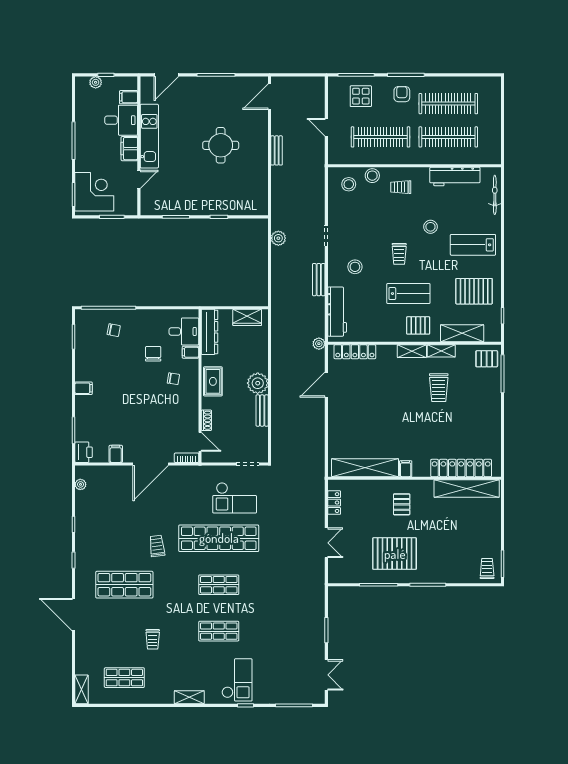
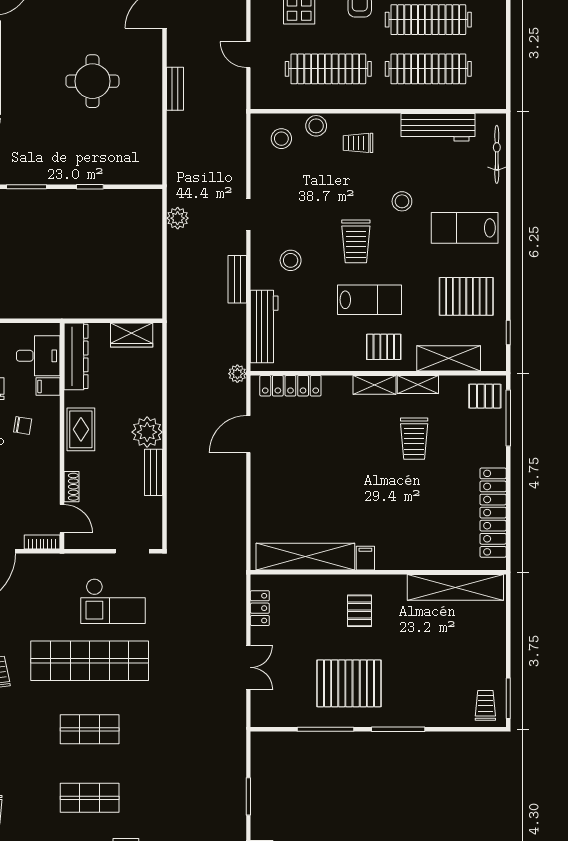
trolley: (399, 254) -> (356, 241), width x1.36, depth x1.39
locker: (461, 468) -> (493, 513), moved, turned -90

